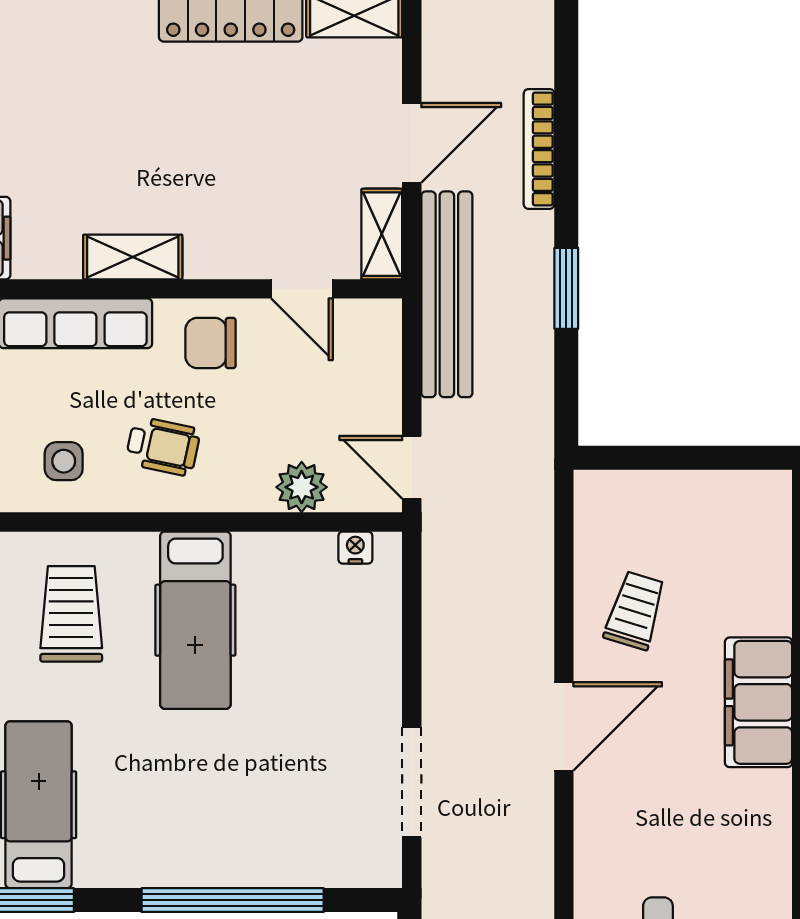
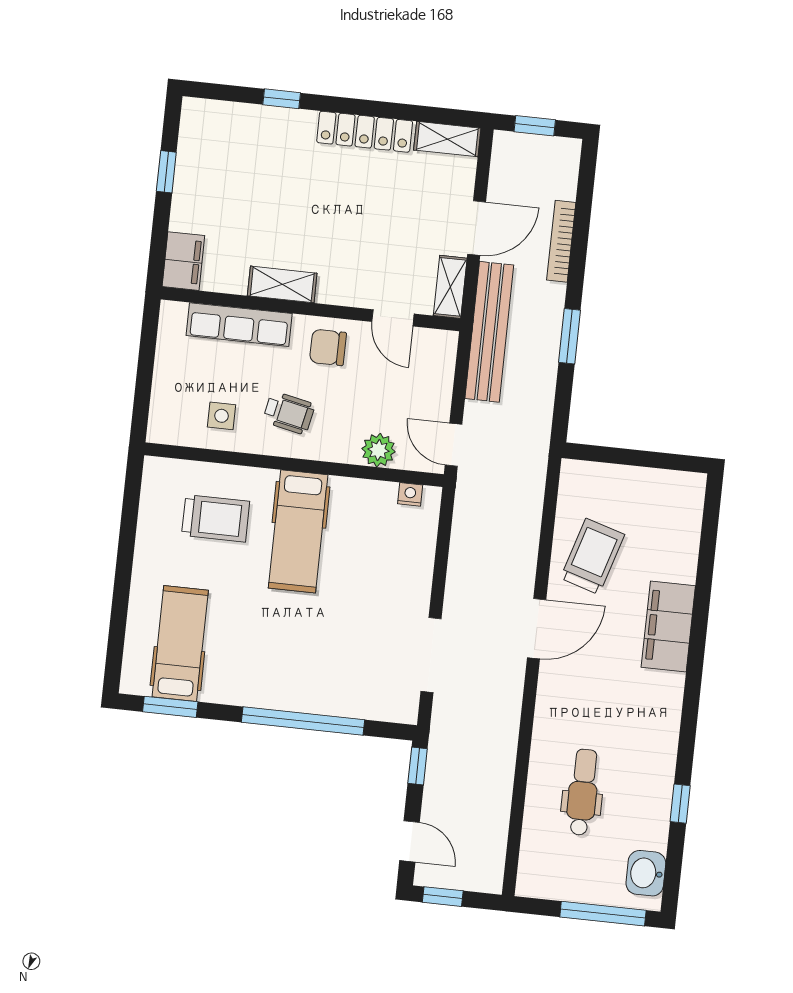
trolley: (635, 611) -> (592, 556), width x1.36, depth x1.39
trolley: (71, 614) -> (216, 518), turned 90

